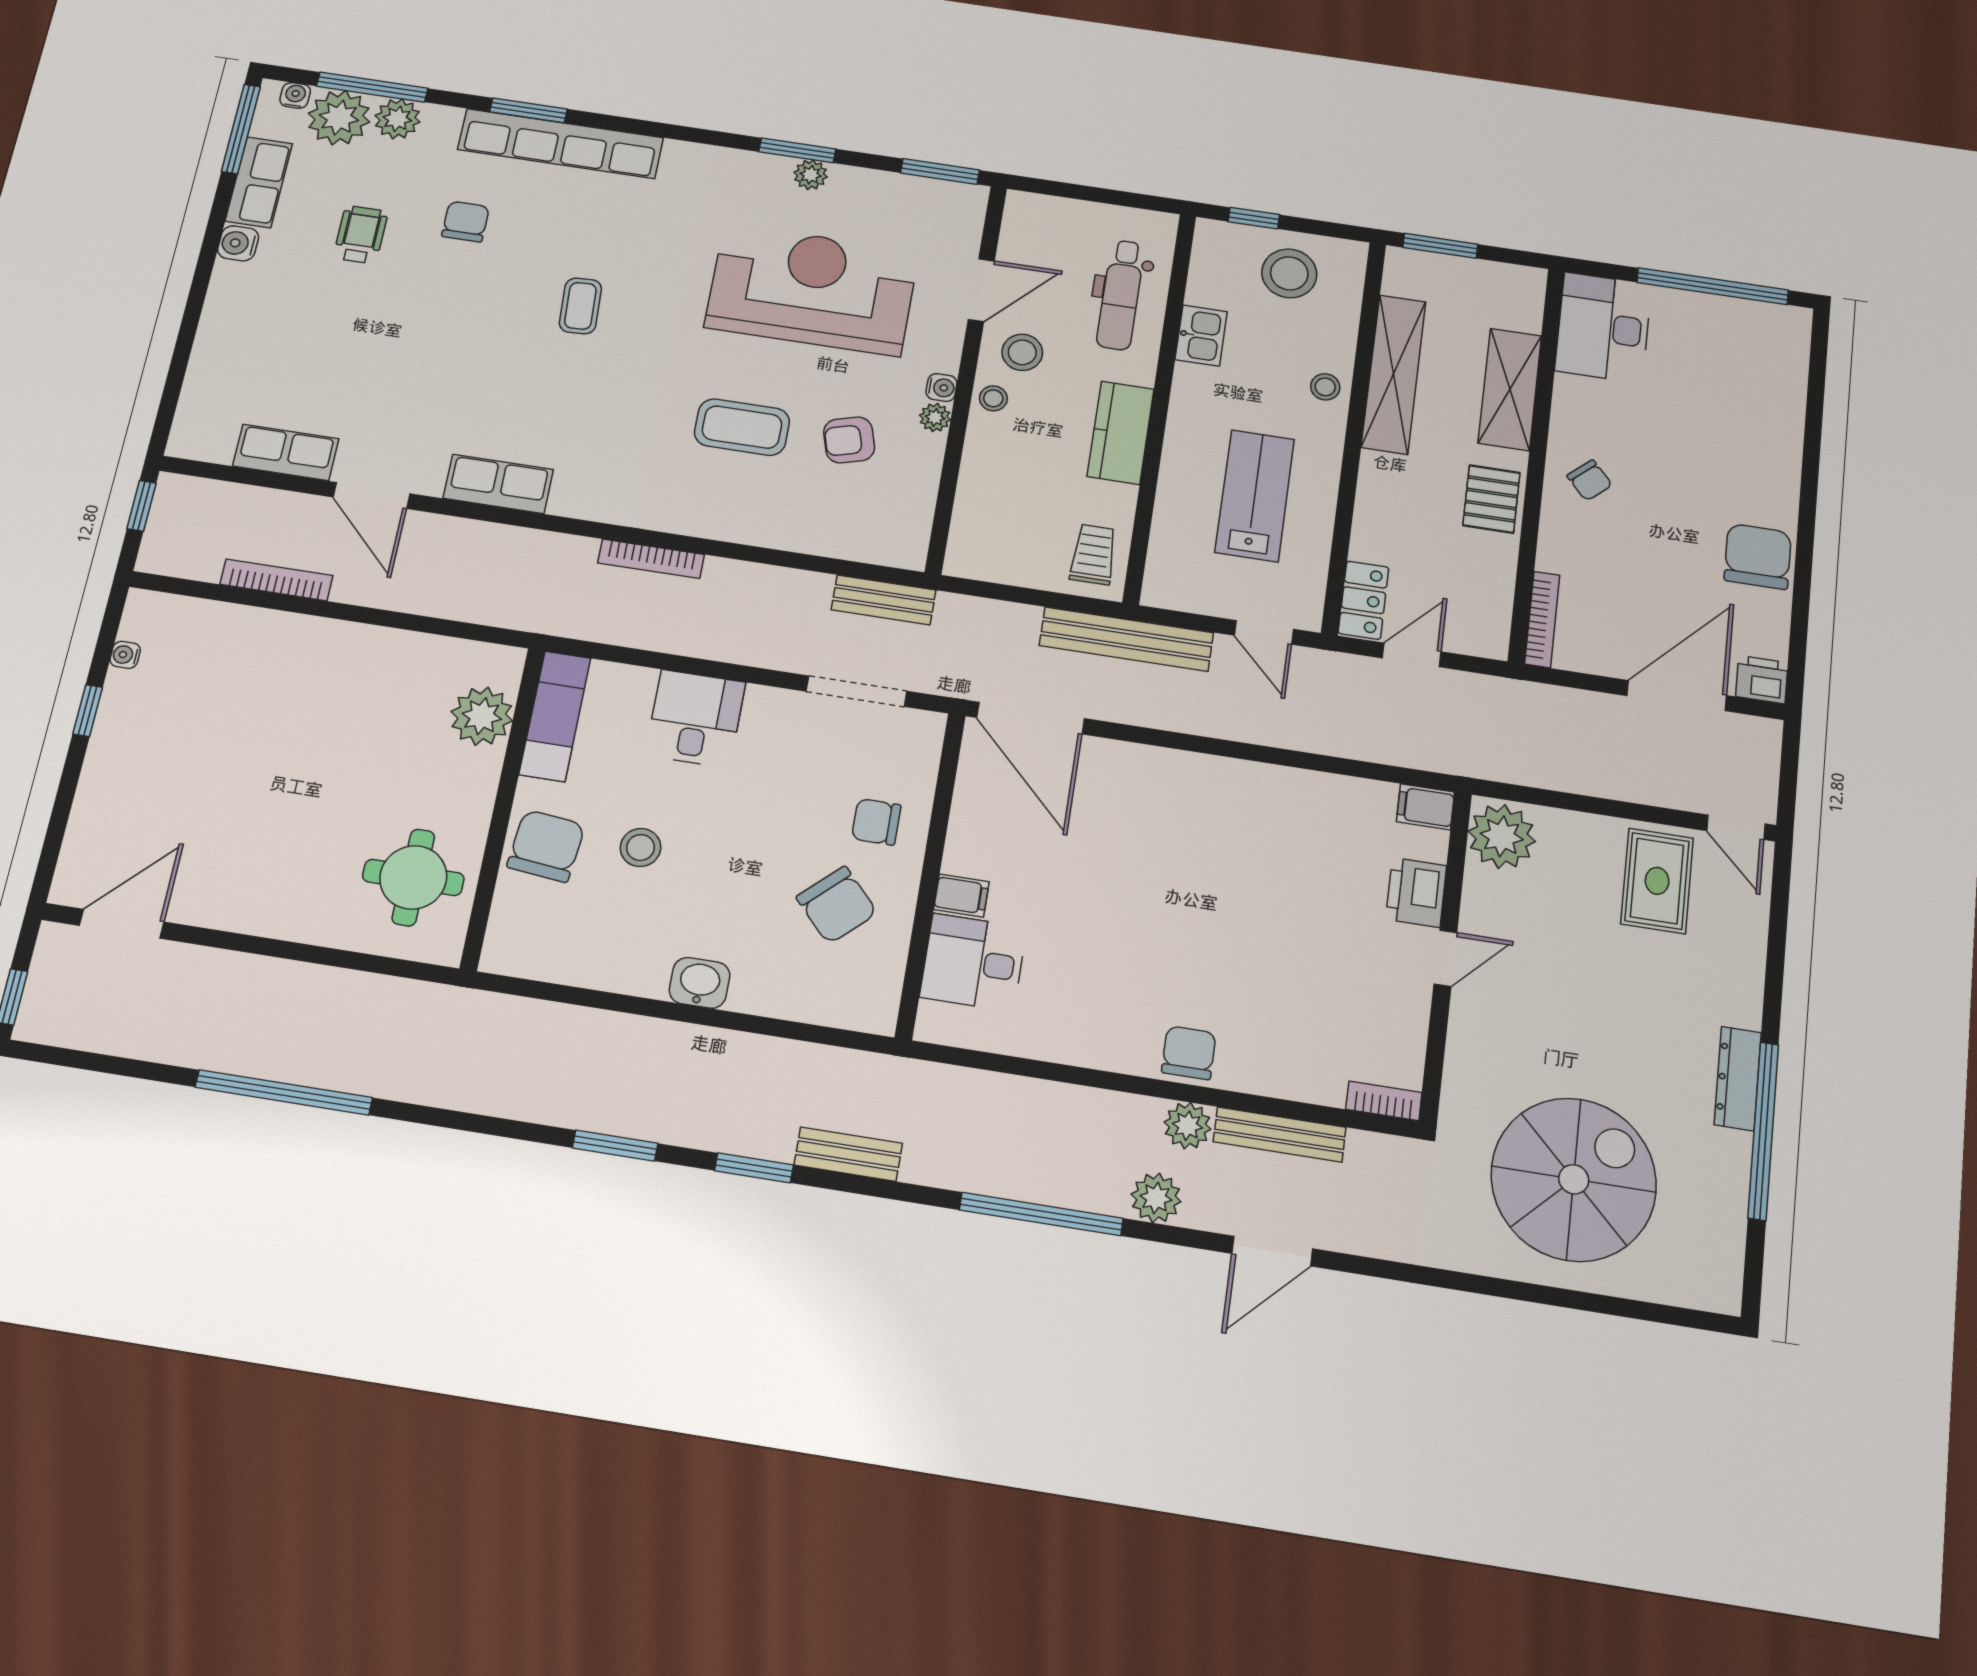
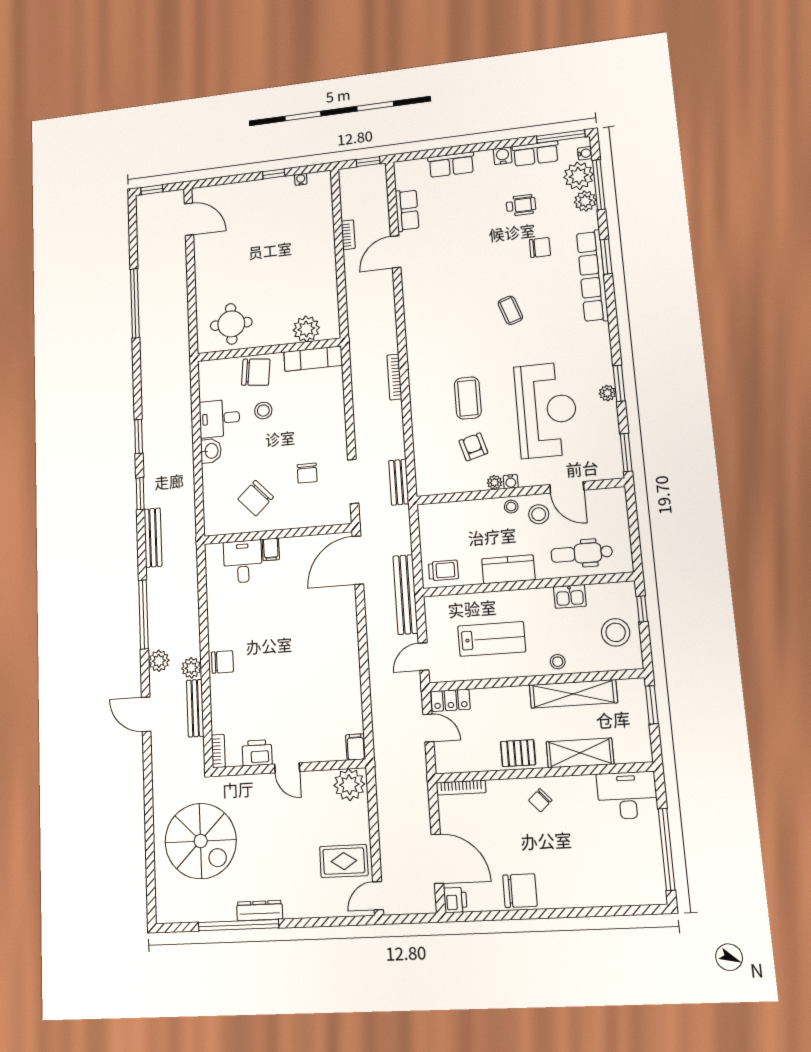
coffee table: (580, 306) -> (510, 310), turned 74
row of seats: (498, 484) -> (451, 165), moved, turned 90
bookcase: (276, 580) -> (348, 235), width x0.64
desk: (695, 719) -> (219, 418), moved, turned 180
chair: (876, 822) -> (307, 473), moved, turned 180
printer: (1416, 892) -> (257, 753), moved
bench: (848, 1154) -> (153, 538), width x1.36

